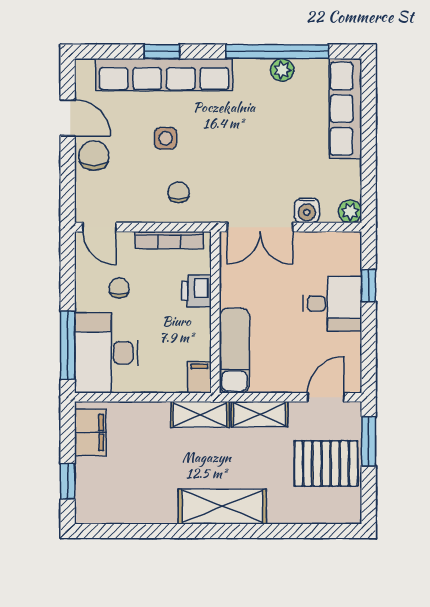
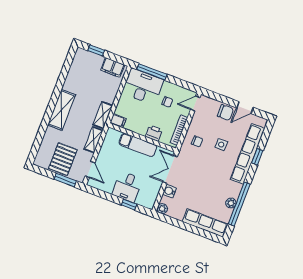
exam couch: (234, 350) -> (138, 145), moved

